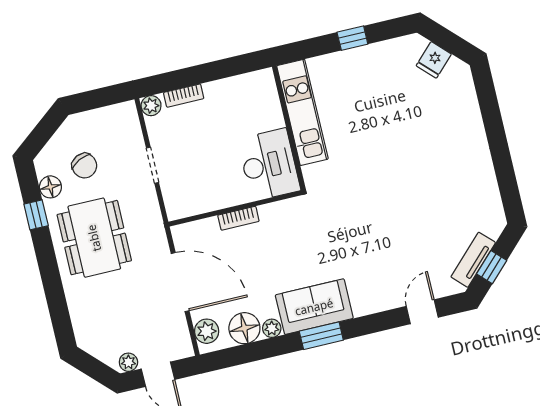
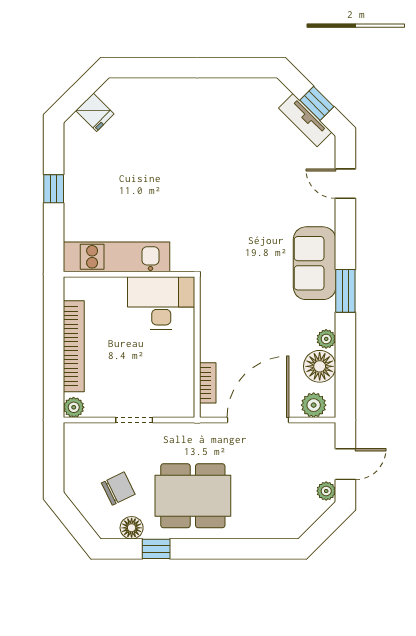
bookcase: (184, 96) -> (74, 346), width x2.31, depth x1.31
bookcase: (238, 218) -> (208, 383), moved
sofa: (314, 307) -> (315, 263), moved

